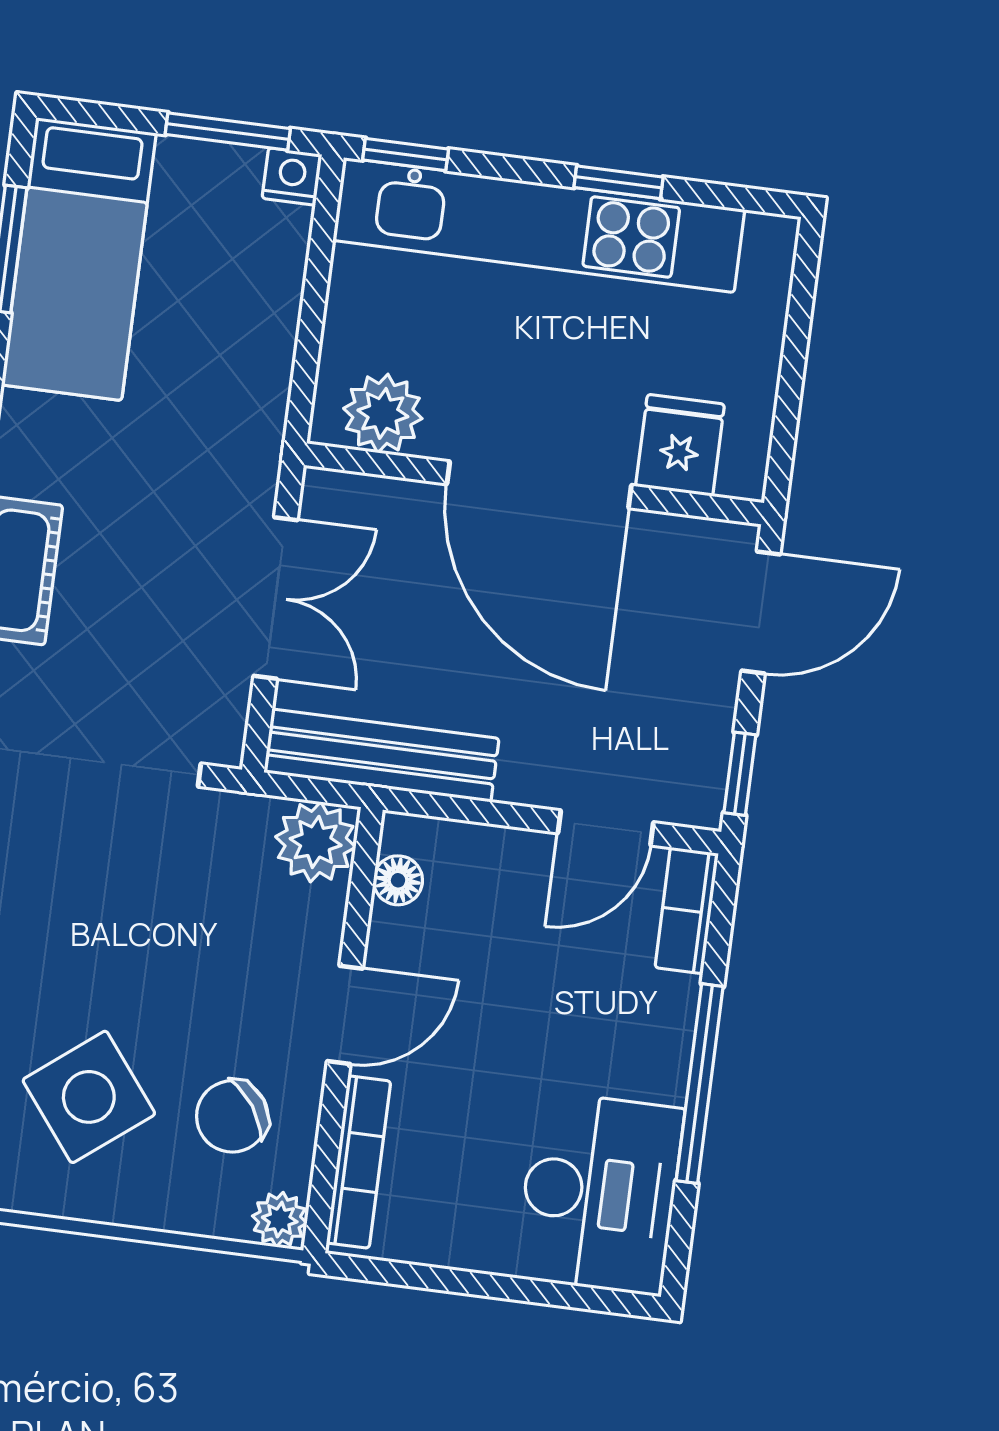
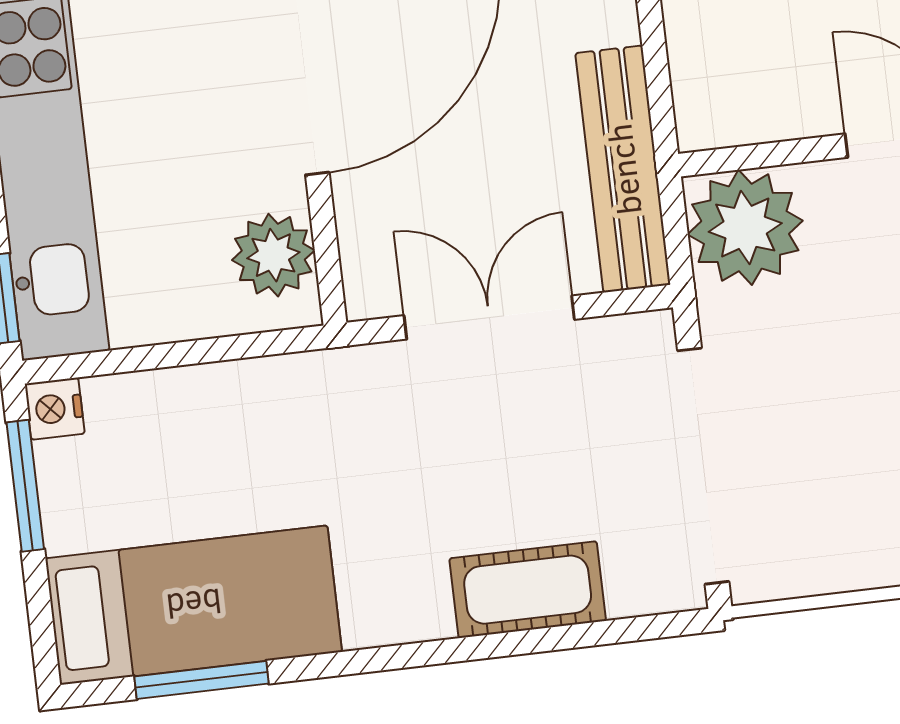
plant: (316, 842) -> (745, 227), width x1.36, depth x1.36
floor lamp: (398, 880) -> (746, 120), removed

